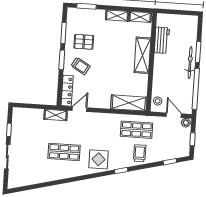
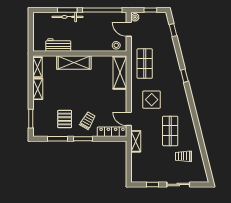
bicycle: (190, 63) -> (68, 17), moved
door: (174, 115) -> (129, 29), hinge flipped
trolley: (140, 153) -> (184, 156), moved
display table: (99, 159) -> (152, 100), moved

